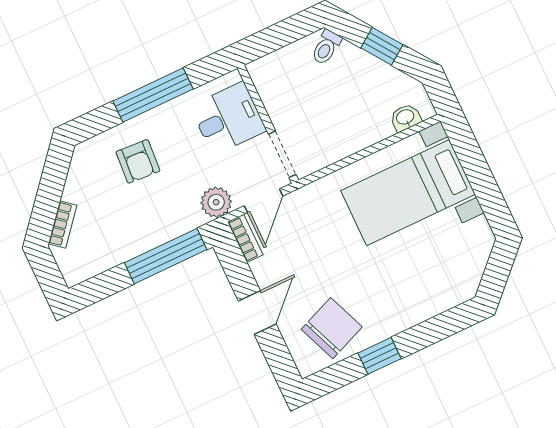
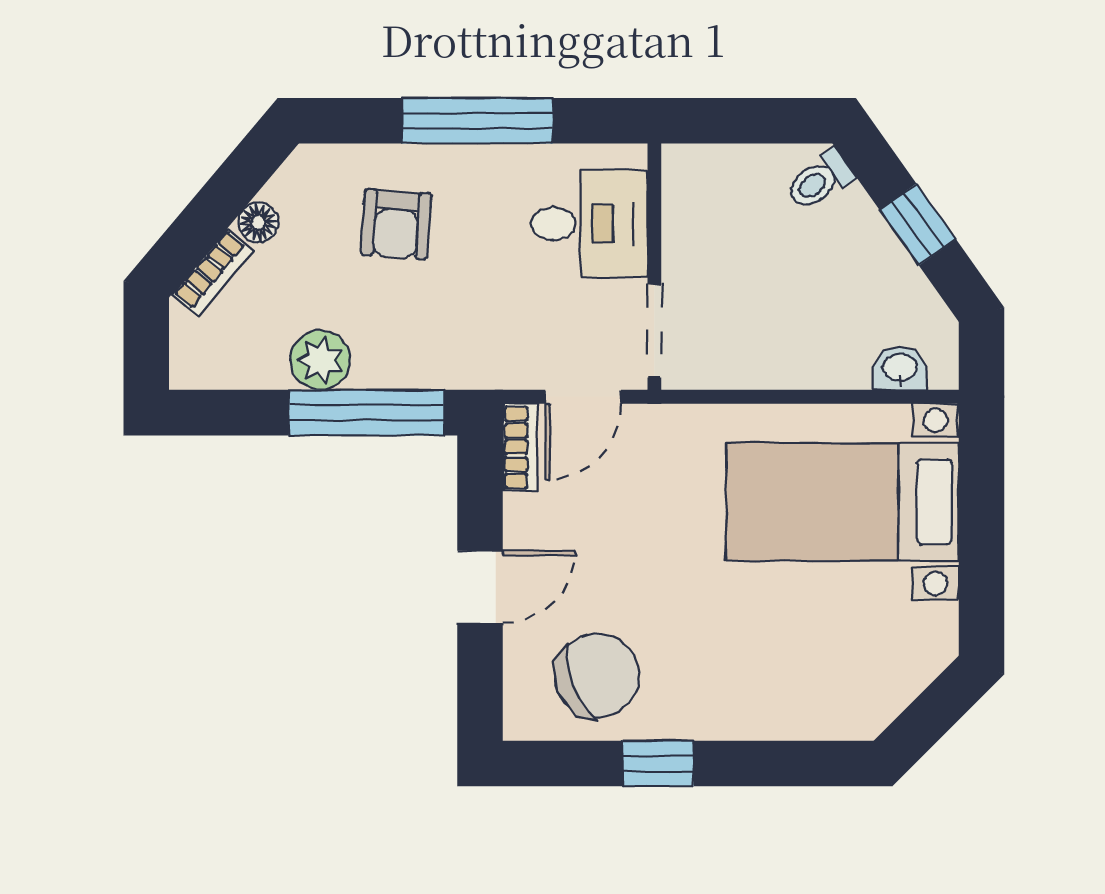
floor lamp: (73, 191) -> (258, 222), added
plant: (216, 202) -> (320, 360), moved

